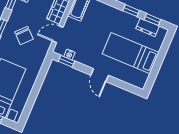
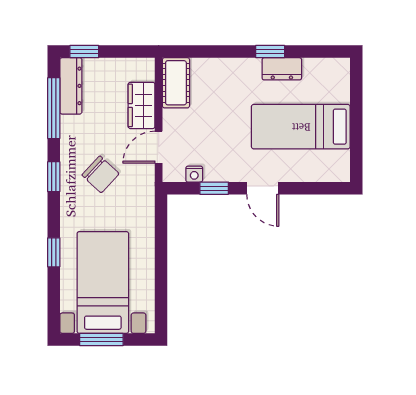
window: (152, 20) -> (314, 52), removed
dresser: (148, 27) -> (282, 69), moved
window: (67, 61) -> (214, 188), moved

